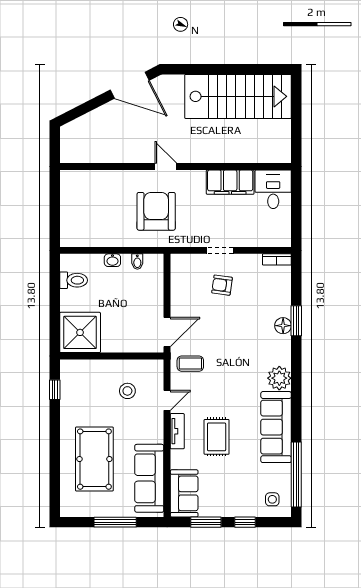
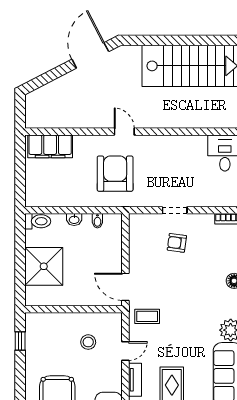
door: (130, 85) -> (90, 55), swing flipped
filing cabinet: (230, 182) -> (50, 146), moved
toilet: (74, 280) -> (38, 221), moved
shower: (80, 332) -> (44, 266), moved
door: (167, 332) -> (125, 287), swing flipped

